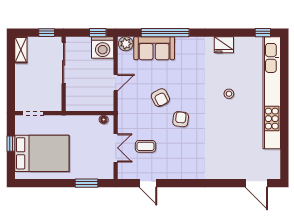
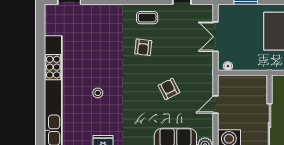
armchair: (181, 119) -> (143, 47), moved
coffee table: (146, 146) -> (147, 18), moved

